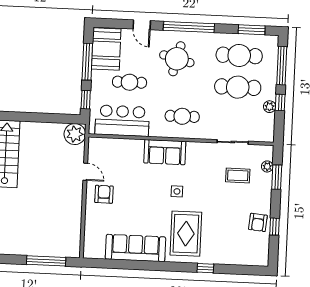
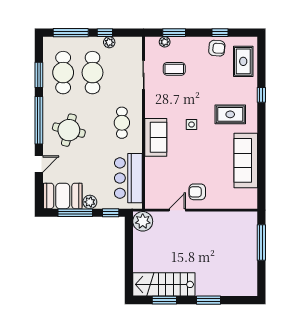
window: (252, 30) -> (39, 75), moved
plant: (98, 78) -> (90, 202), added
cafe table: (130, 82) -> (92, 173), removed
coffee table: (238, 175) -> (174, 69), turned 90
rug: (186, 234) -> (230, 114), width x0.73, depth x0.70
rug: (242, 250) -> (243, 61), added

